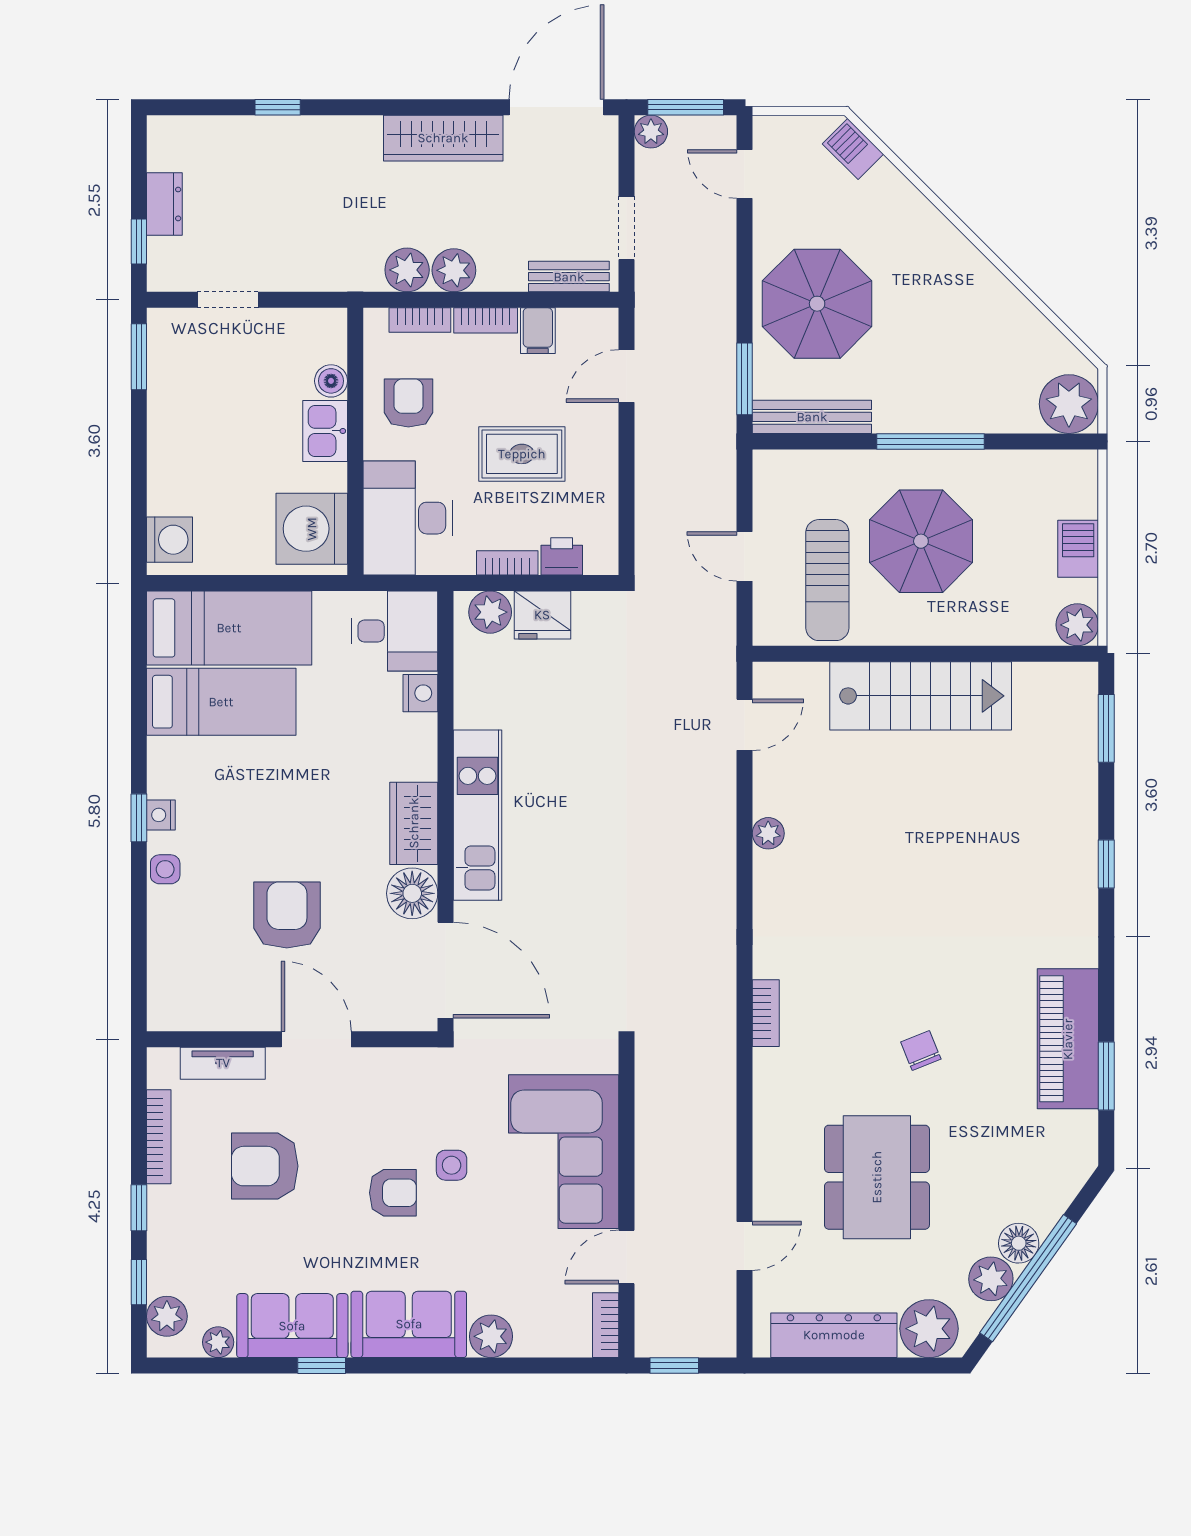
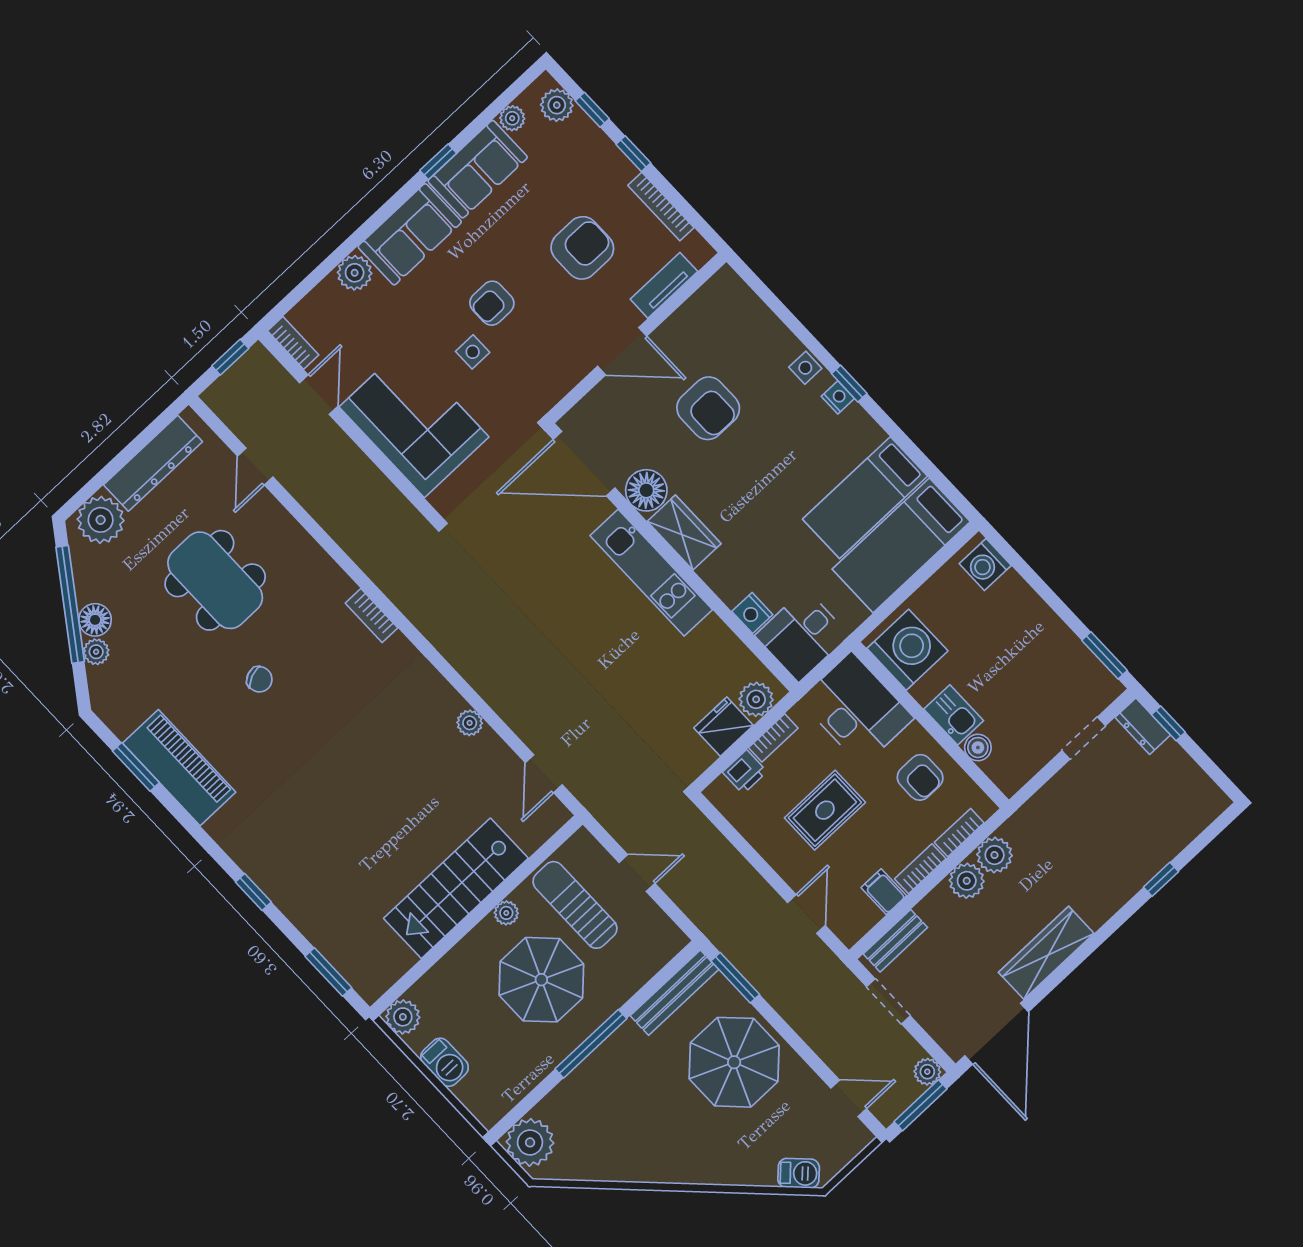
dresser: (164, 204) -> (1143, 726), moved
plant: (896, 631) -> (506, 913), added
plant: (991, 1279) -> (96, 652), moved, width x0.73, depth x0.73

